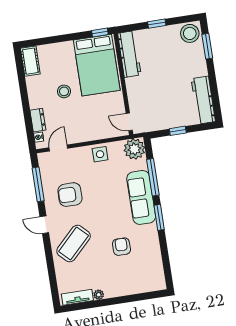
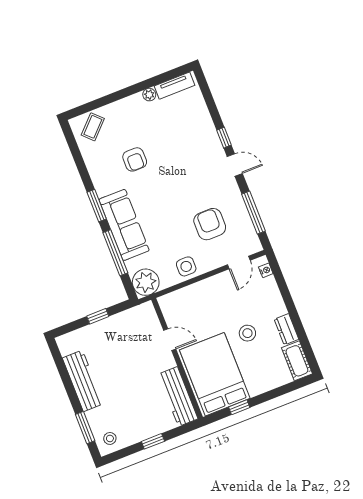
window: (100, 32) -> (239, 407), moved
stool: (190, 33) -> (110, 438), width x0.53, depth x0.53
workbench: (203, 100) -> (83, 381), moved
dresser: (38, 120) -> (286, 329), moved
door: (129, 122) -> (170, 340), moved
armchair: (70, 195) -> (210, 224), moved, turned -90
coffee table: (74, 243) -> (93, 127), moved, width x0.54, depth x0.58
window: (48, 248) -> (224, 138), added

